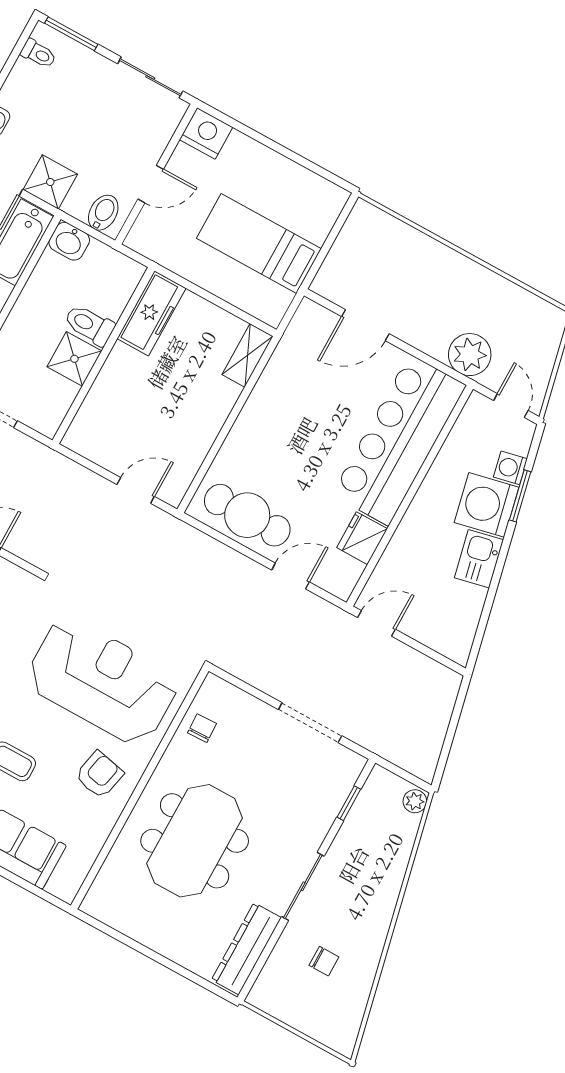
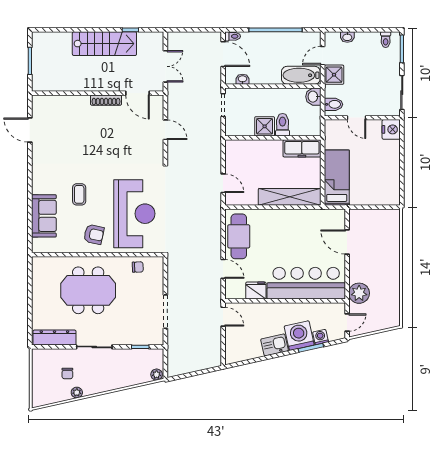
bed: (259, 244) -> (337, 178), moved
shelving: (247, 355) -> (290, 197), width x2.20, depth x1.33
plant: (368, 963) -> (77, 393), added

